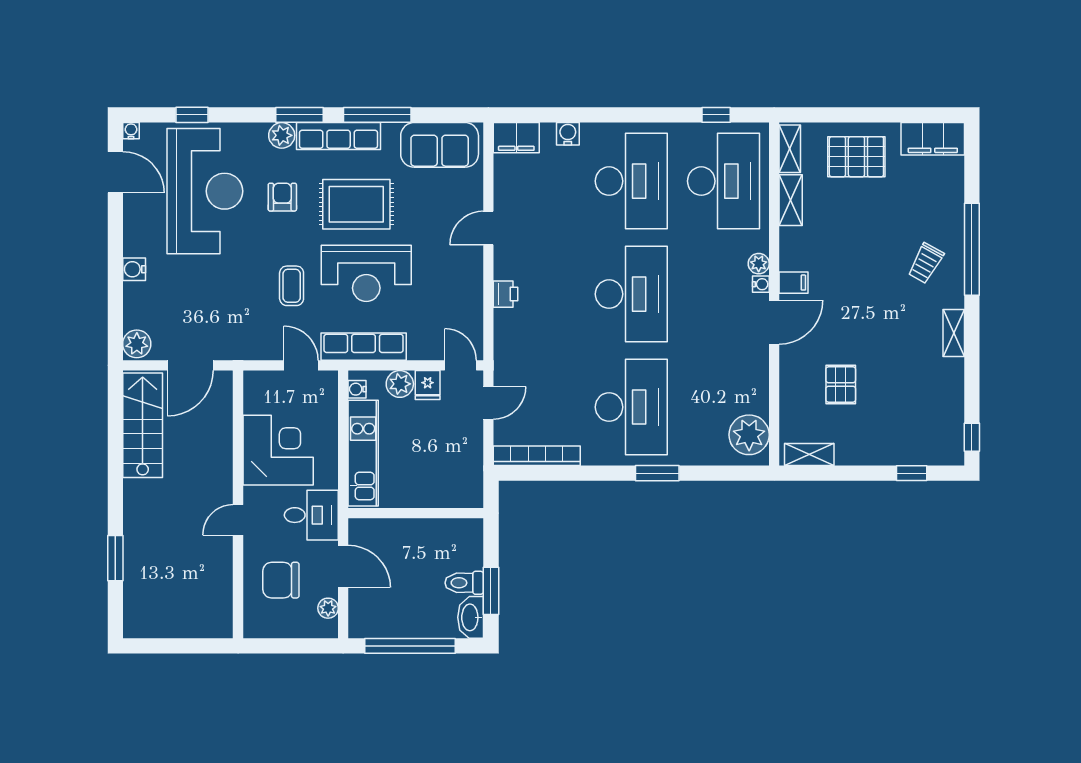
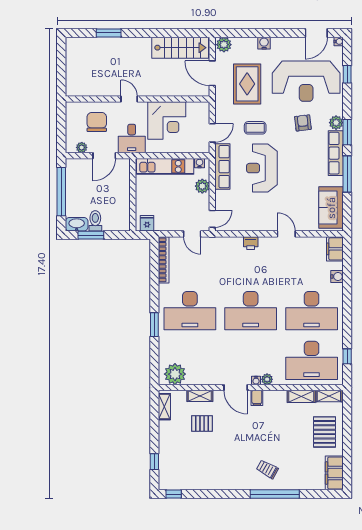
armchair: (282, 197) -> (303, 123), turned -97
rug: (356, 204) -> (247, 84), moved
shelving: (954, 333) -> (200, 396), moved
fridge: (428, 385) -> (147, 223), moved, turned 90

